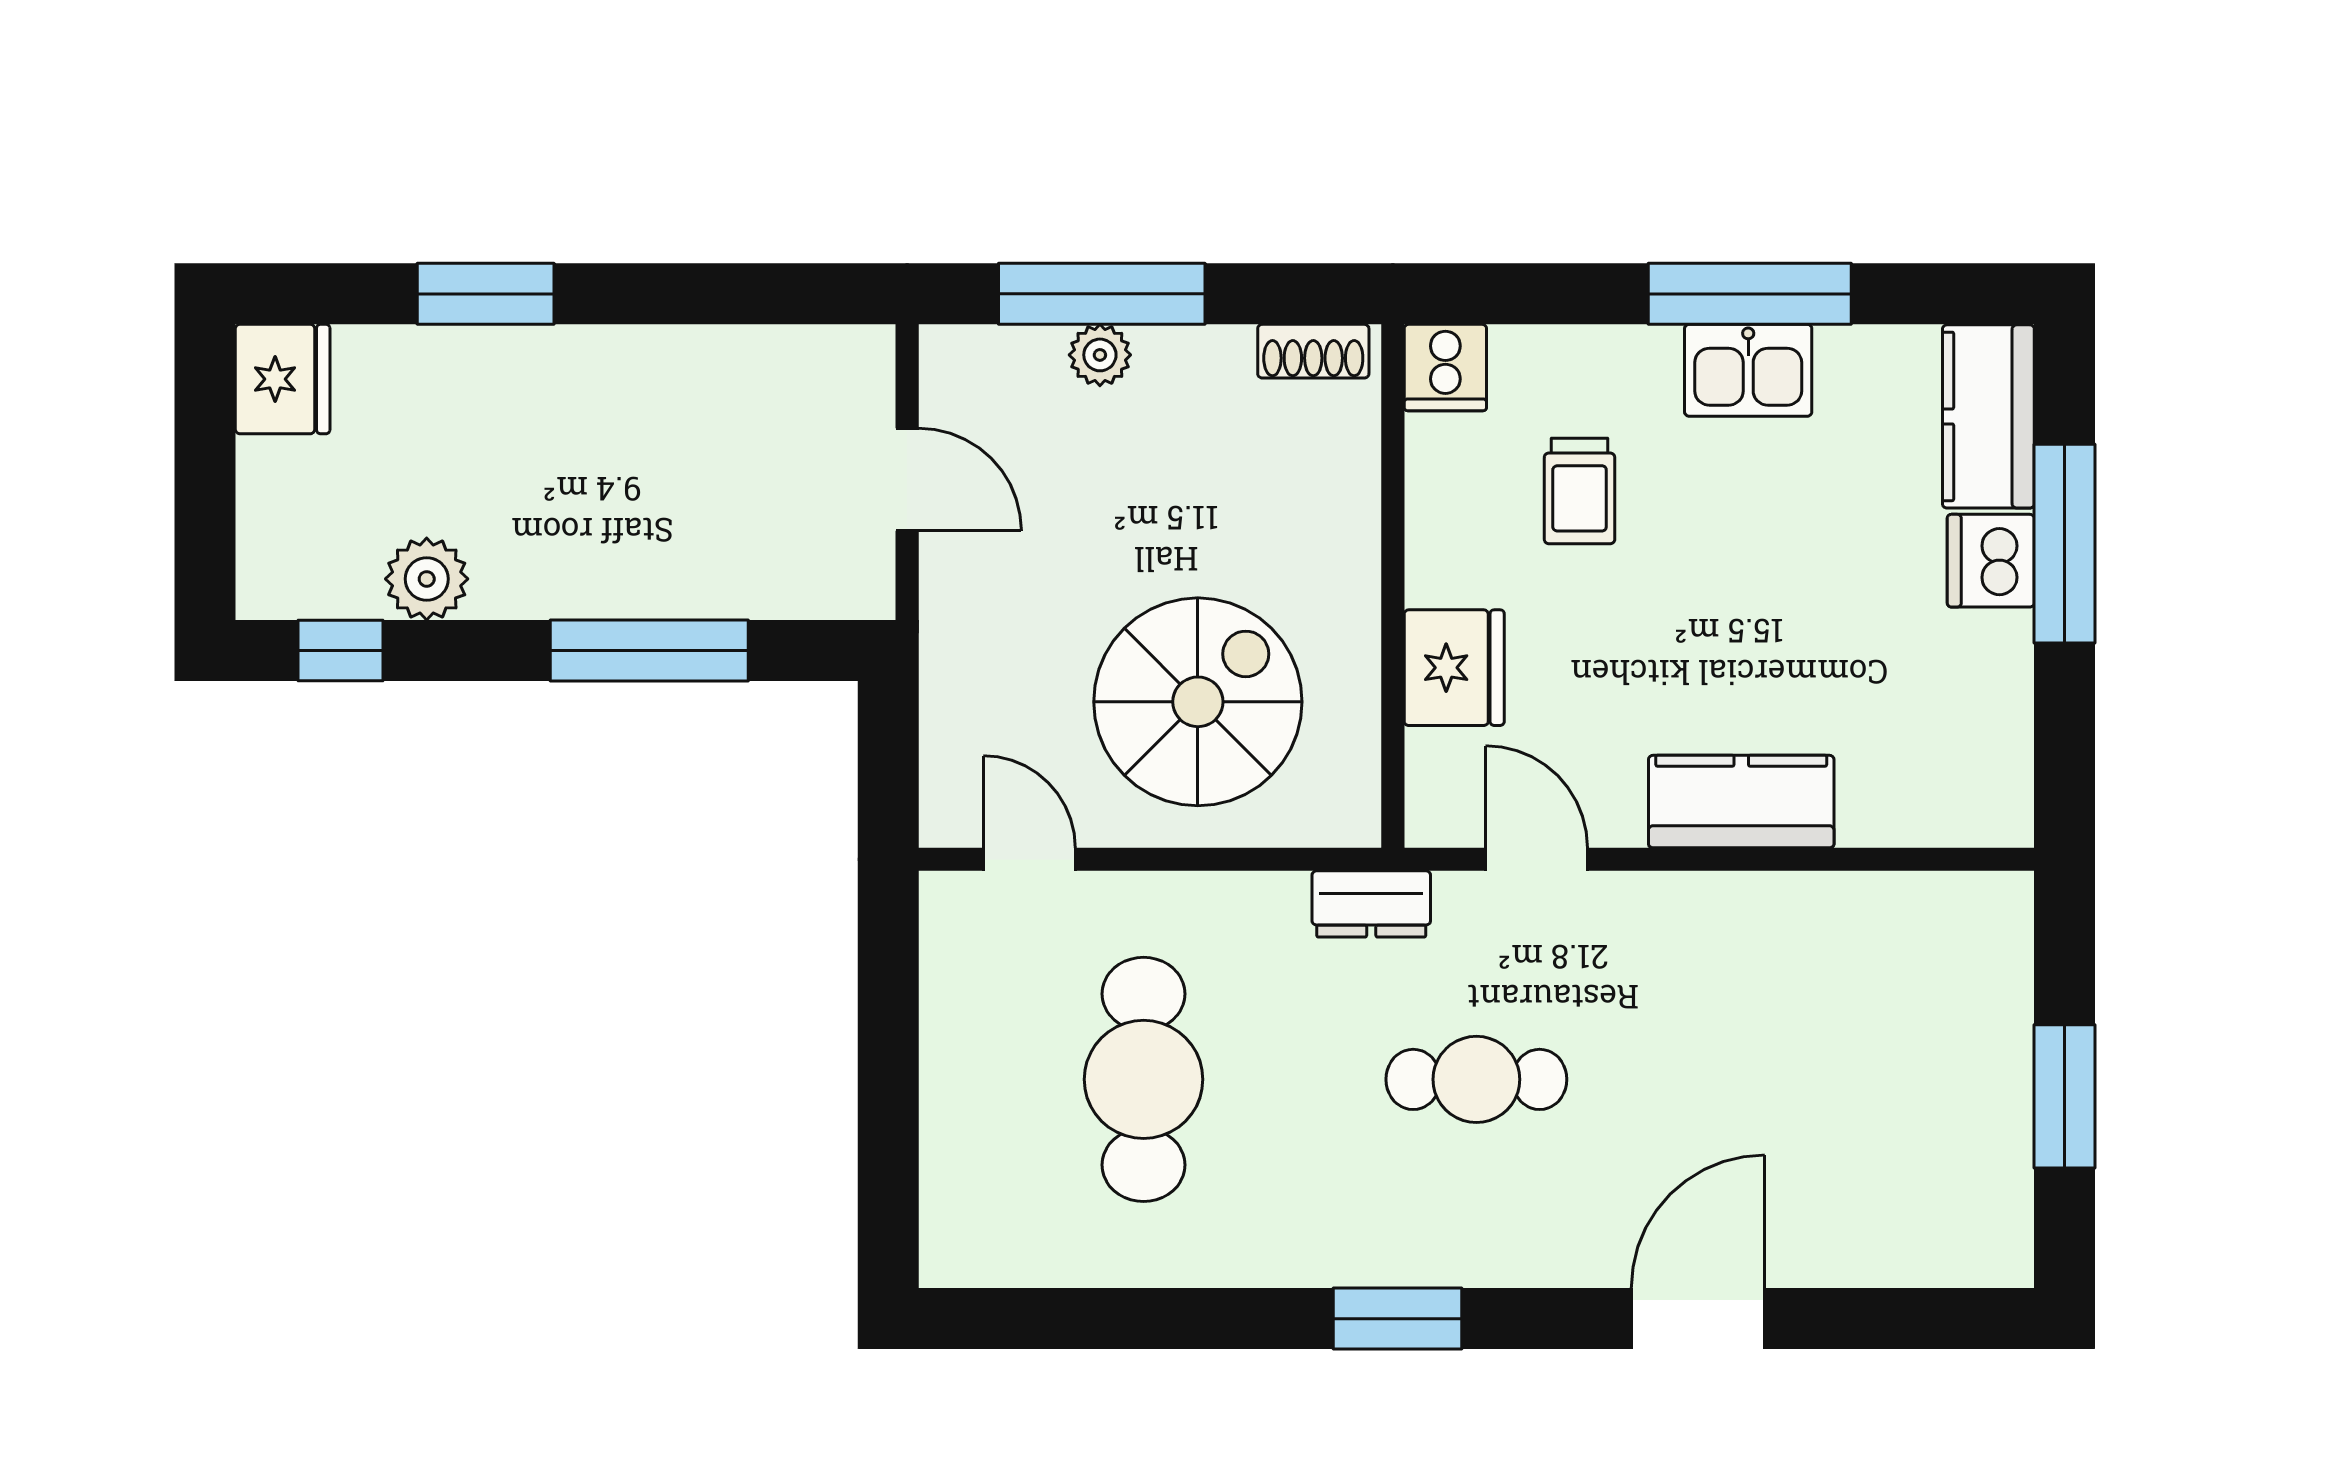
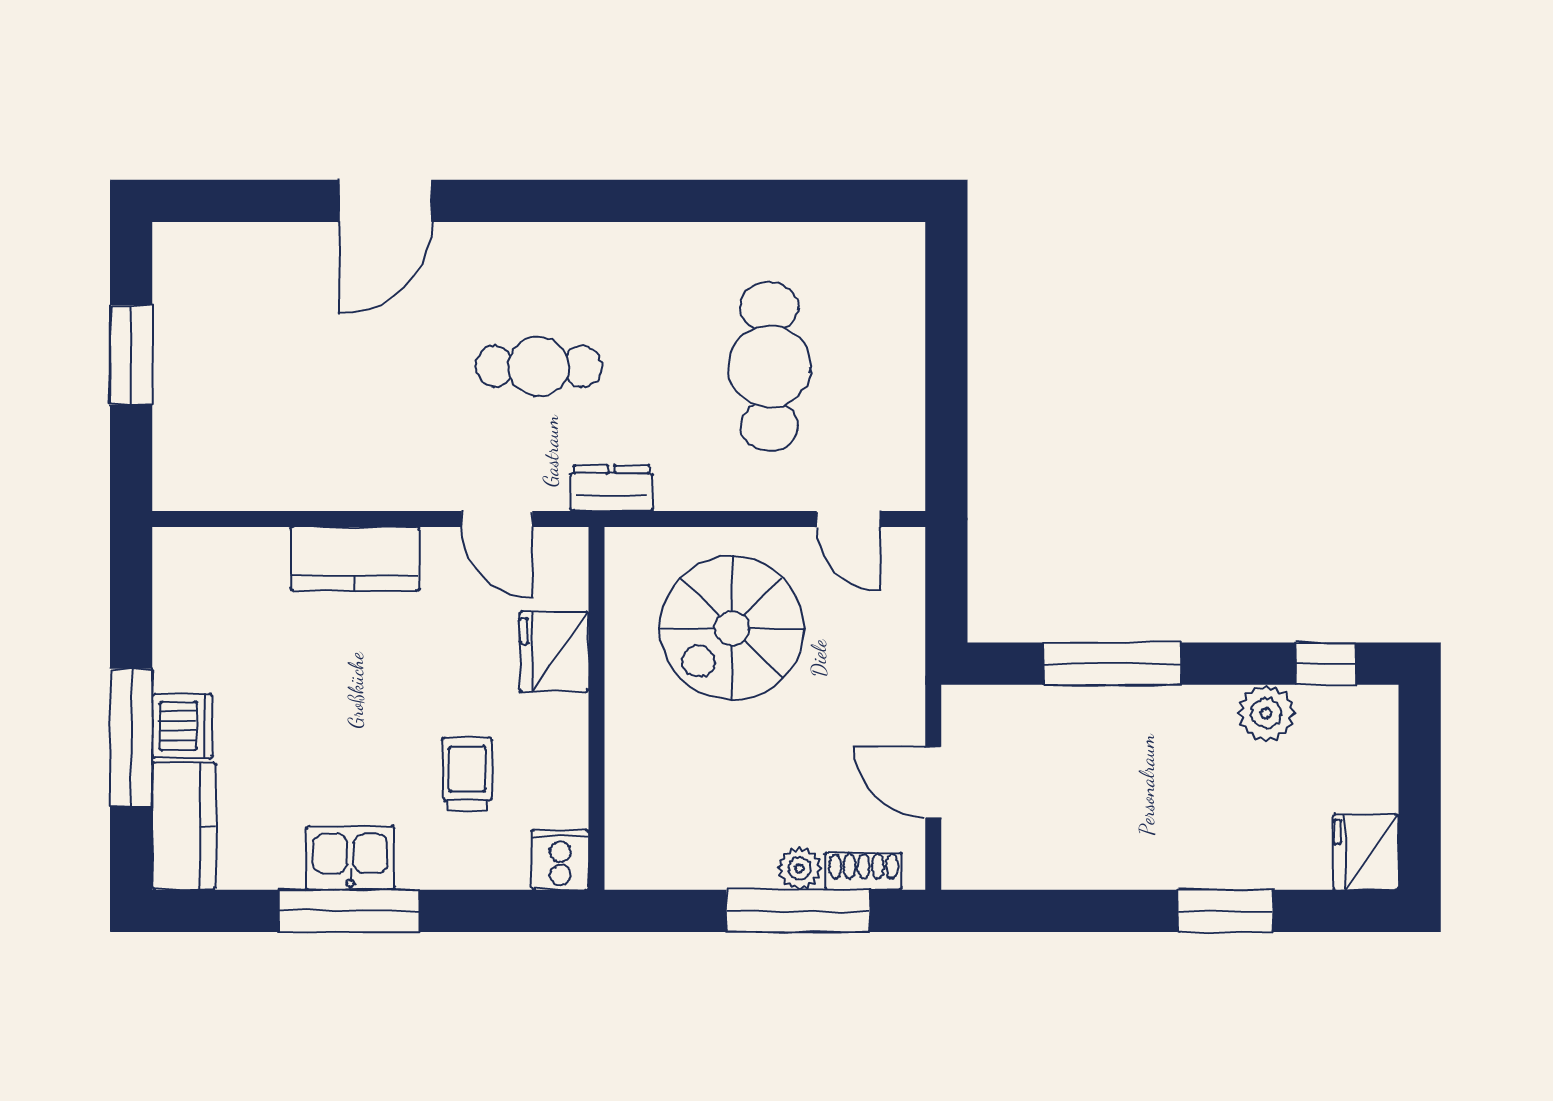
shoe rack: (1313, 351) -> (864, 871), moved
window: (1397, 1319) -> (593, 201), removed

